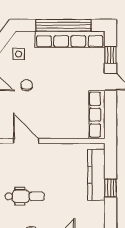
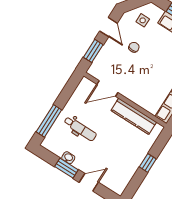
door: (26, 141) -> (107, 88), swing flipped
kitchen counter: (96, 175) -> (134, 116), moved, turned -90

